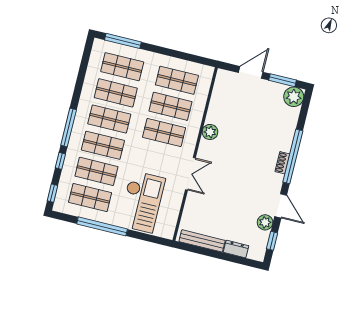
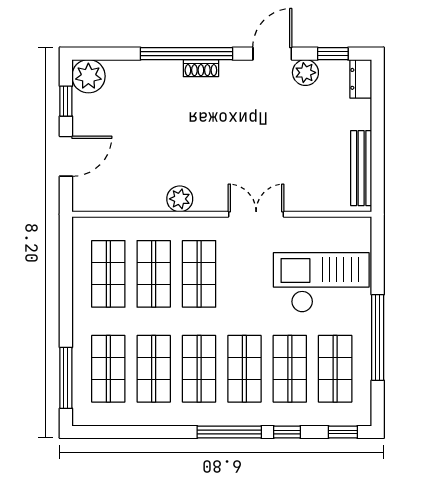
door: (251, 72) -> (66, 156), swing flipped
window: (282, 80) -> (66, 101), width x0.67
dresser: (236, 249) -> (361, 79), moved

